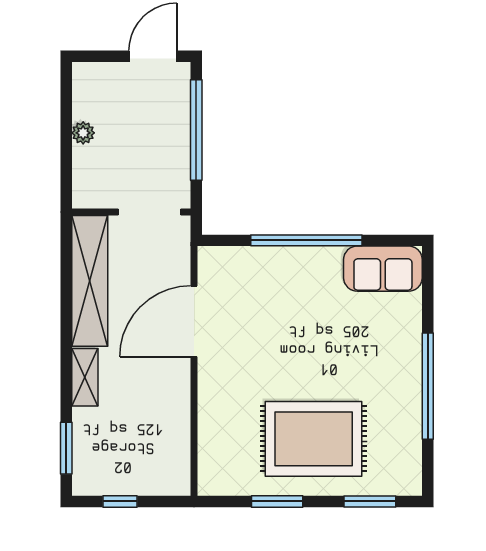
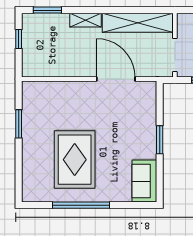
window: (306, 240) -> (160, 140), width x0.47
rug: (314, 439) -> (75, 160), moved
window: (370, 501) -> (19, 174), removed

